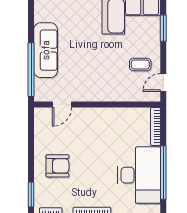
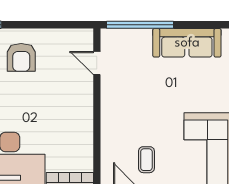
sofa: (46, 50) -> (187, 43), moved

